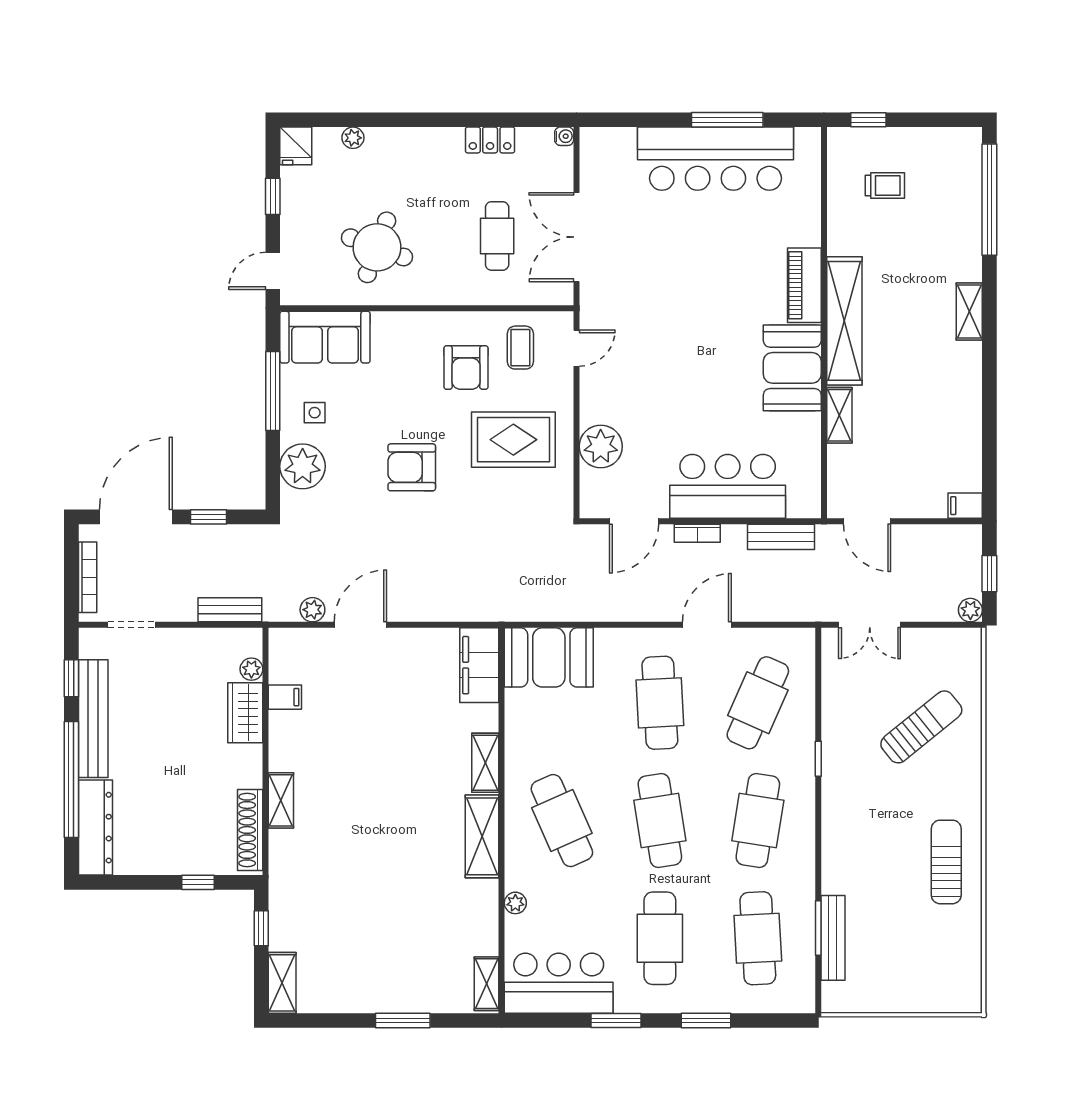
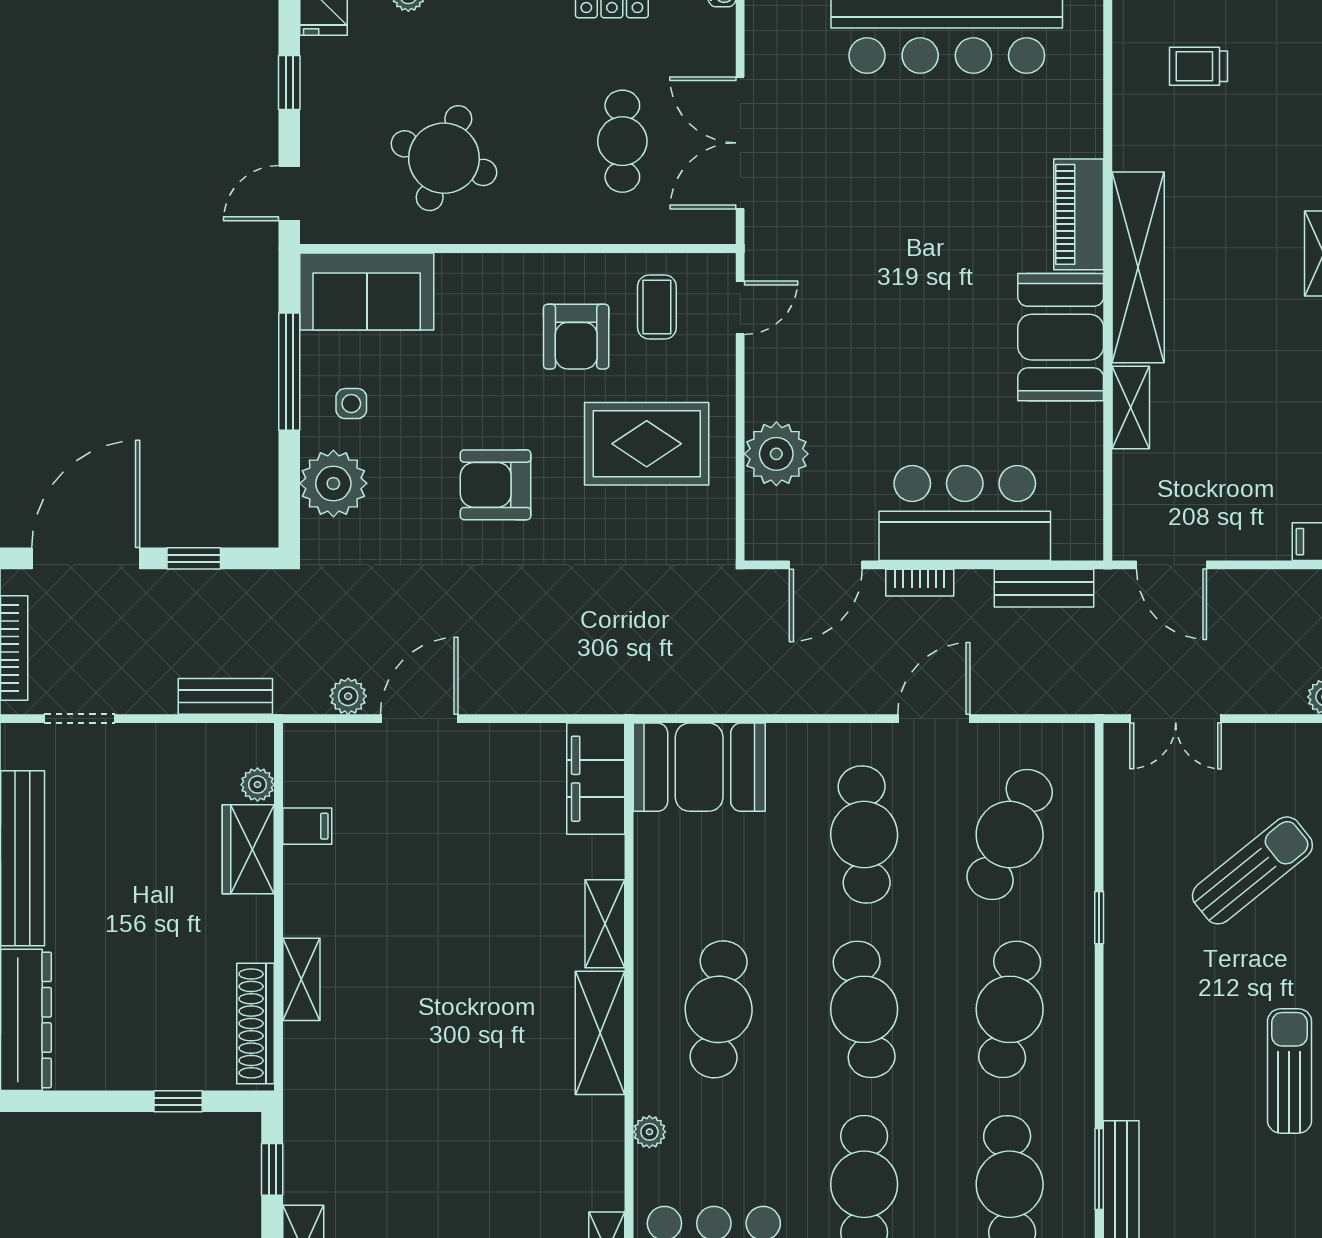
trolley: (885, 186) -> (1198, 66), turned 180
cafe table: (562, 821) -> (719, 1009), turned 30

